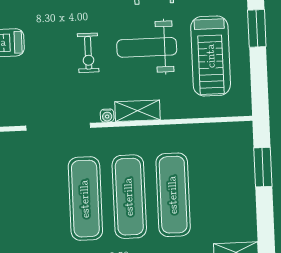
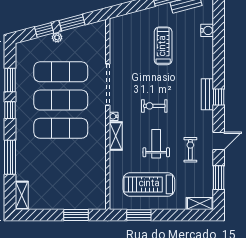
window: (257, 28) -> (139, 215), moved
weight bench: (147, 47) -> (156, 144), width x0.73, depth x0.75
exercise mat: (173, 195) -> (61, 72), moved

